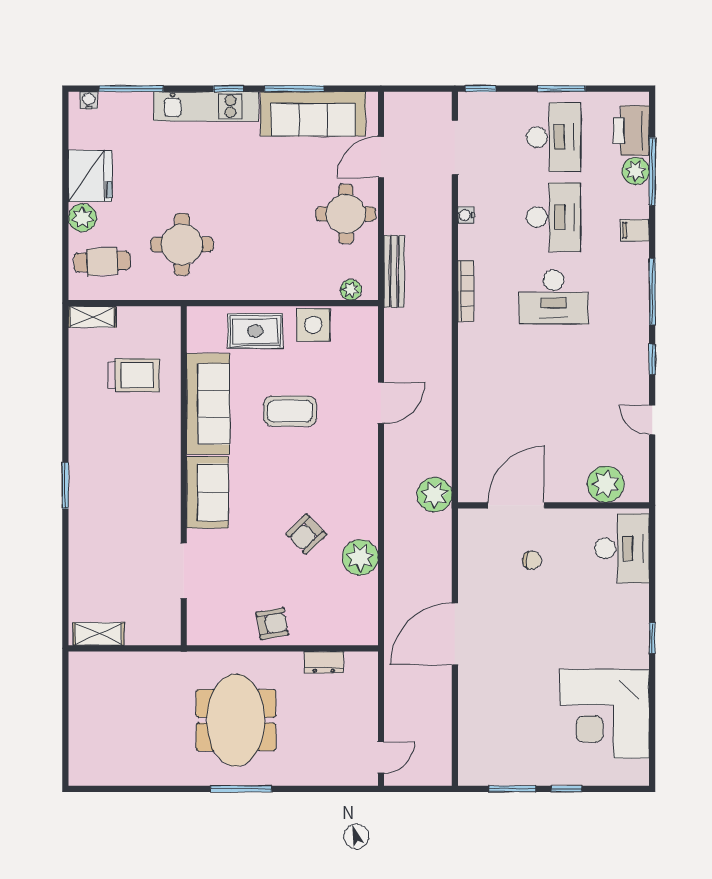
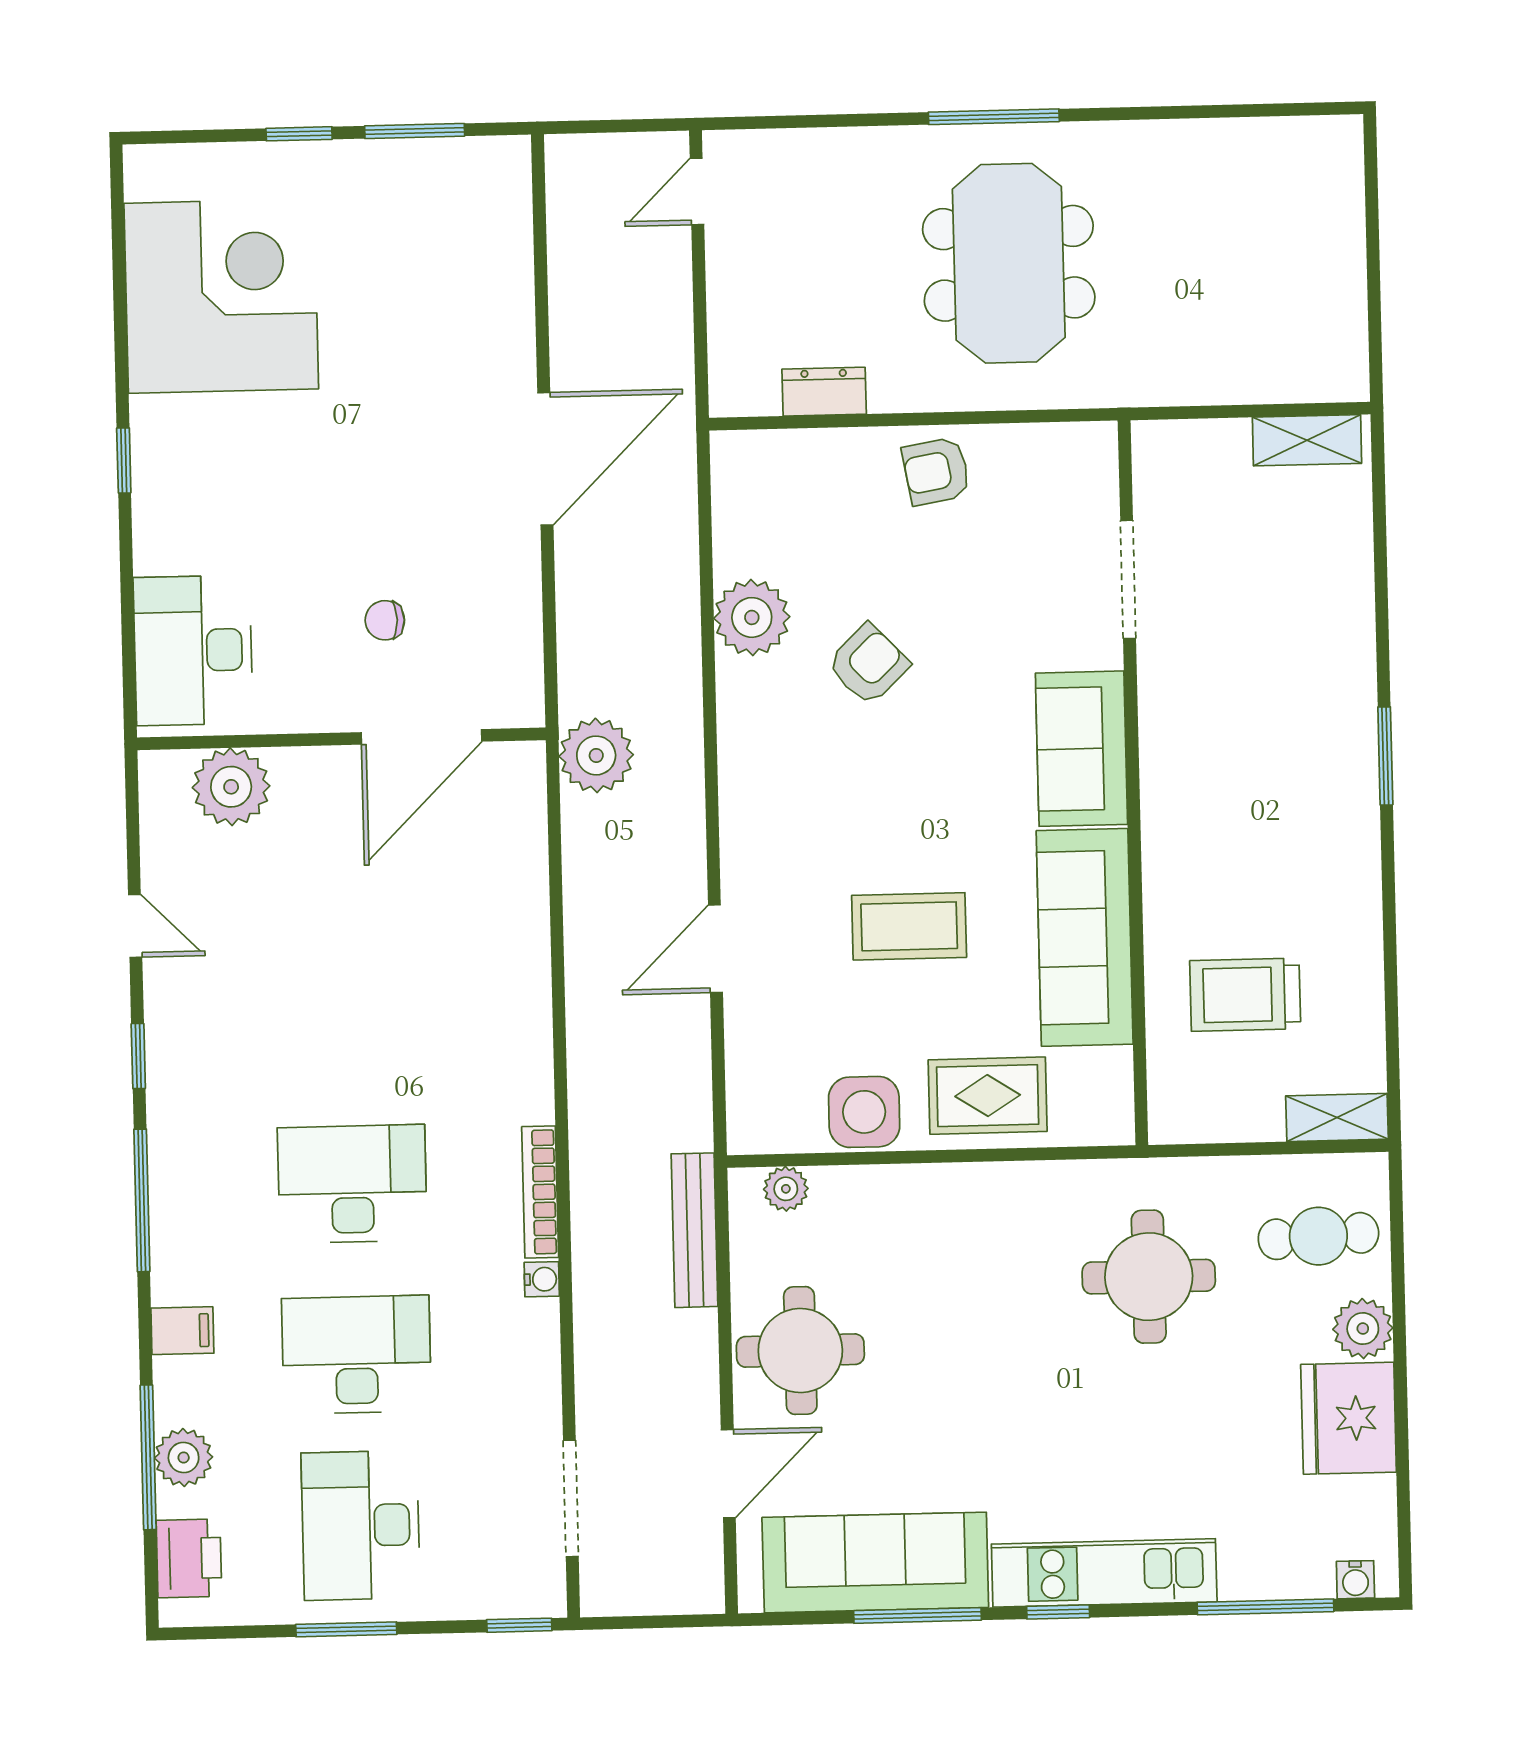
printer: (631, 130) -> (189, 1558), width x0.73, depth x0.84
water cooler: (466, 215) -> (542, 1279), moved
desk: (554, 217) -> (356, 1355), turned 90

